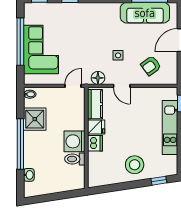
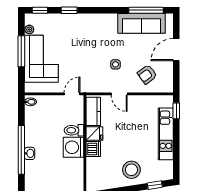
plant: (29, 19) -> (29, 29), added
window: (20, 42) -> (21, 51), width x0.68
floor lamp: (98, 78) -> (96, 86), removed
shower: (35, 119) -> (35, 126), removed
toilet: (75, 159) -> (74, 130), moved
washbasin: (29, 175) -> (30, 153), moved

